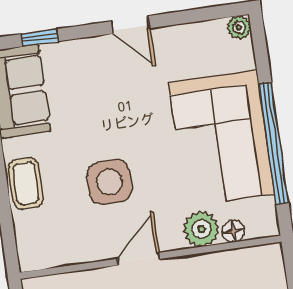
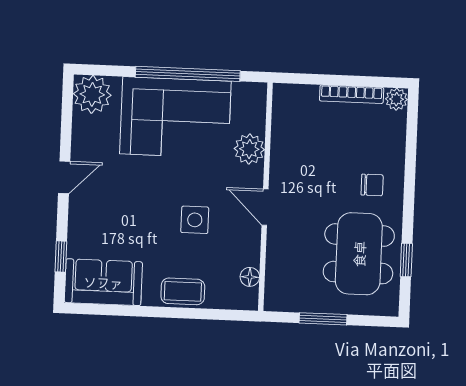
plant: (239, 27) -> (92, 94), width x1.88, depth x1.88
side table: (110, 182) -> (195, 220), width x0.73, depth x0.73
floor lamp: (233, 231) -> (250, 277), moved

